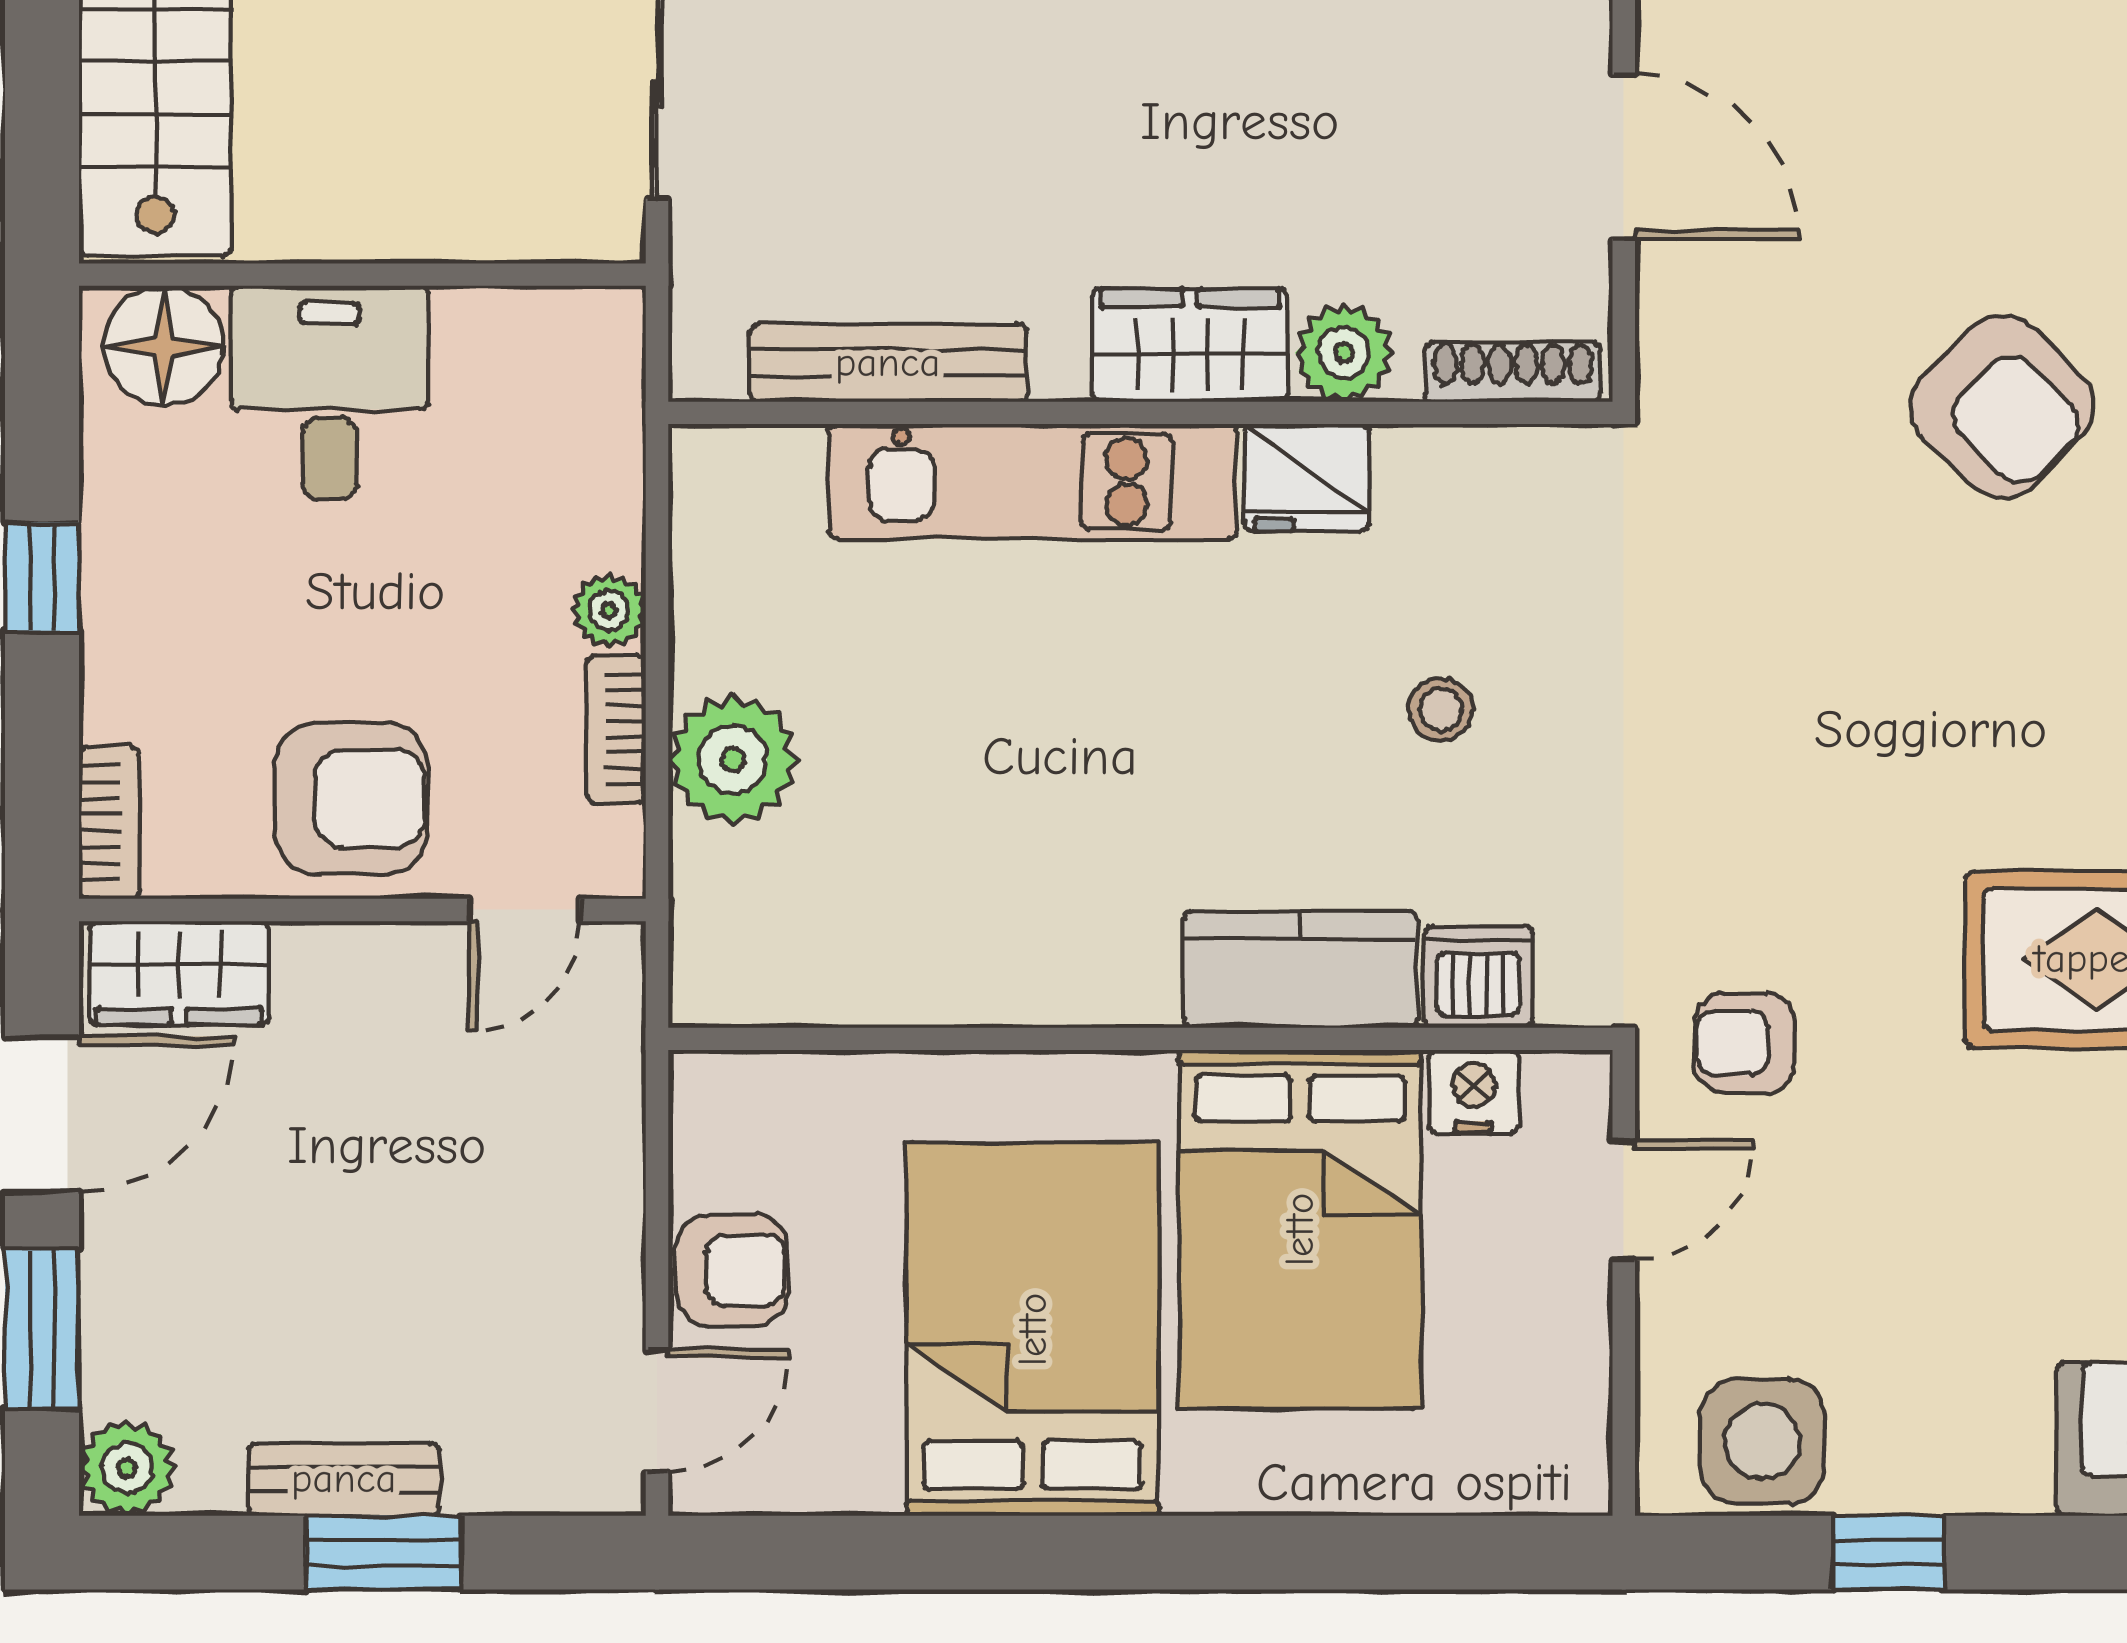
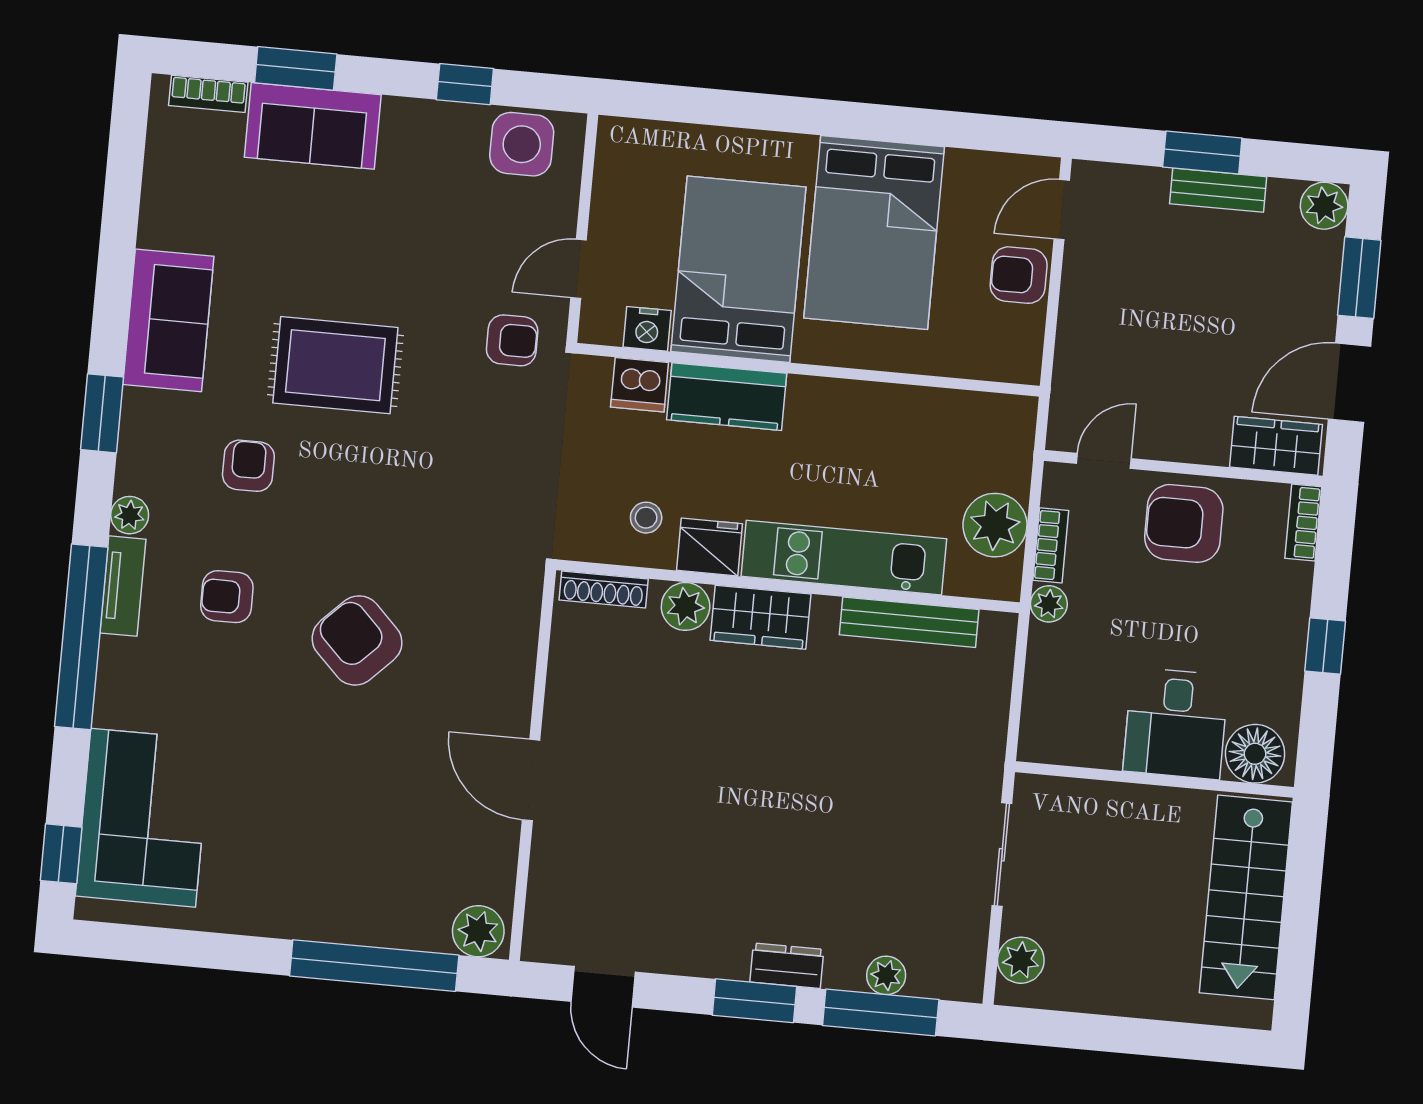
wardrobe: (1190, 345) -> (761, 617), moved
plant: (1344, 353) -> (686, 606), moved
bench: (888, 363) -> (909, 622), moved
shoe rack: (1513, 372) -> (604, 589), moved
wall: (1140, 413) -> (788, 586), moved
fridge: (1306, 478) -> (710, 547), moved
kitchen unit: (1033, 481) -> (844, 558), moved

